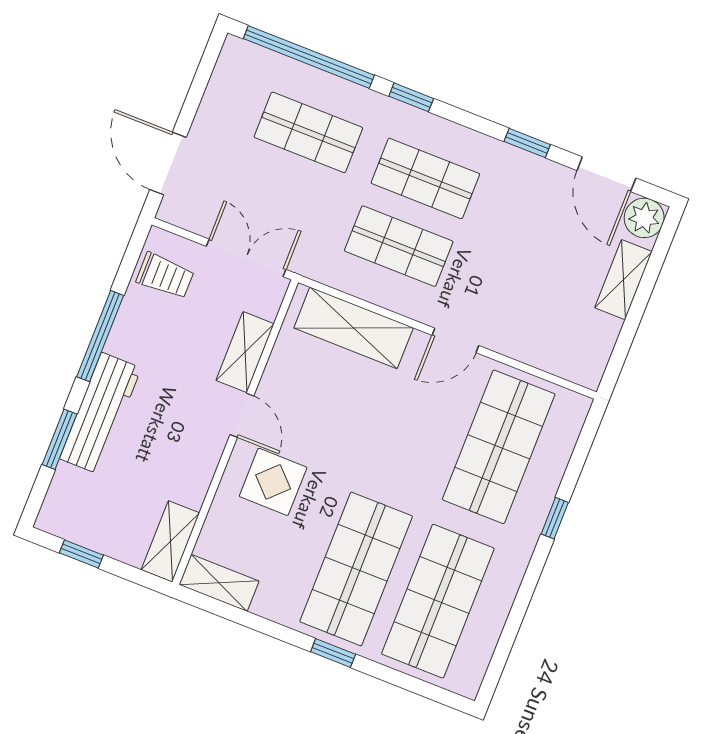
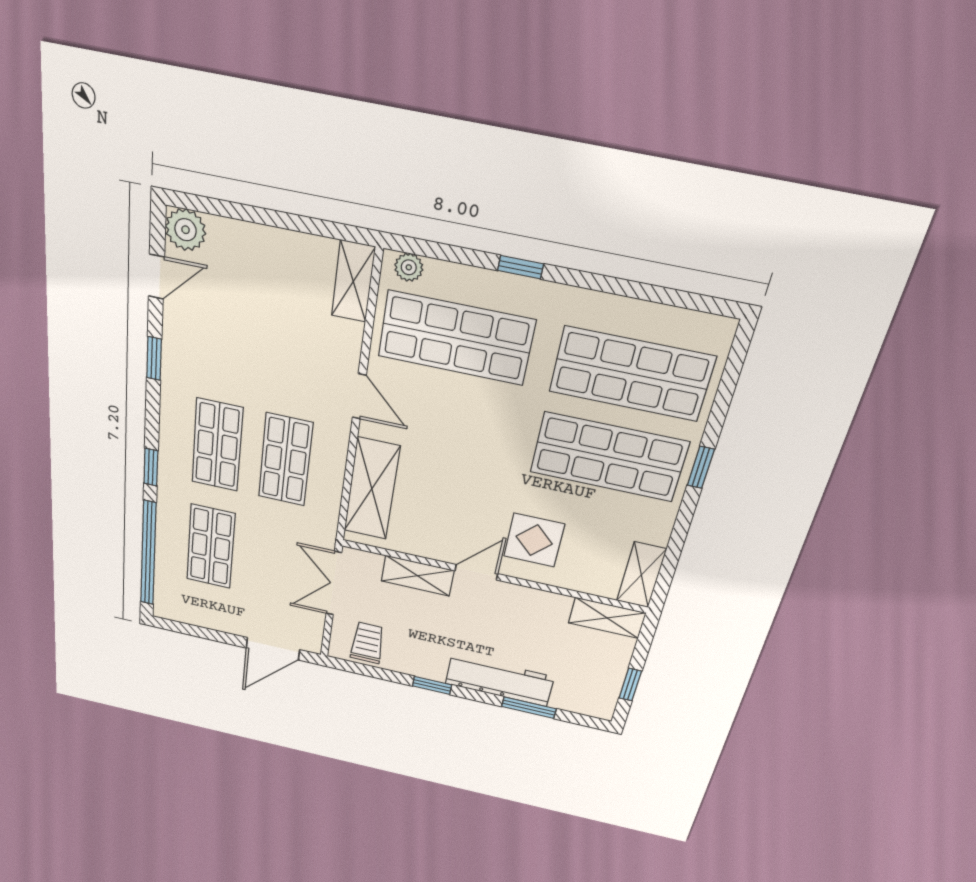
door: (606, 174) -> (156, 277), width x0.73
shelving: (623, 280) -> (353, 281), moved, turned 90
window: (100, 336) -> (432, 685), width x0.46
plant: (572, 418) -> (409, 267), added

